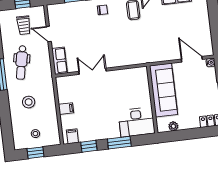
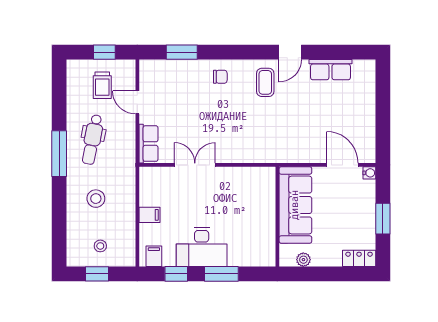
desk: (137, 122) -> (202, 247), moved

